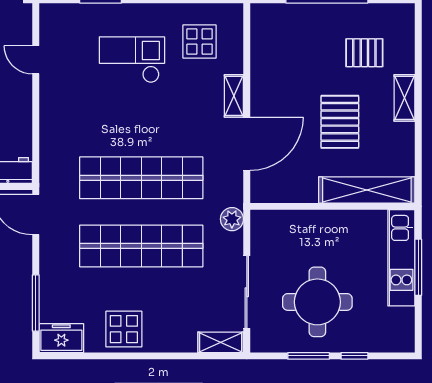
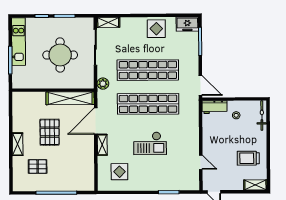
checkout: (132, 60) -> (150, 143), moved
shelving: (367, 190) -> (70, 98), moved
kitchen unit: (401, 258) -> (19, 42), moved
round table: (317, 302) -> (60, 55), moved

